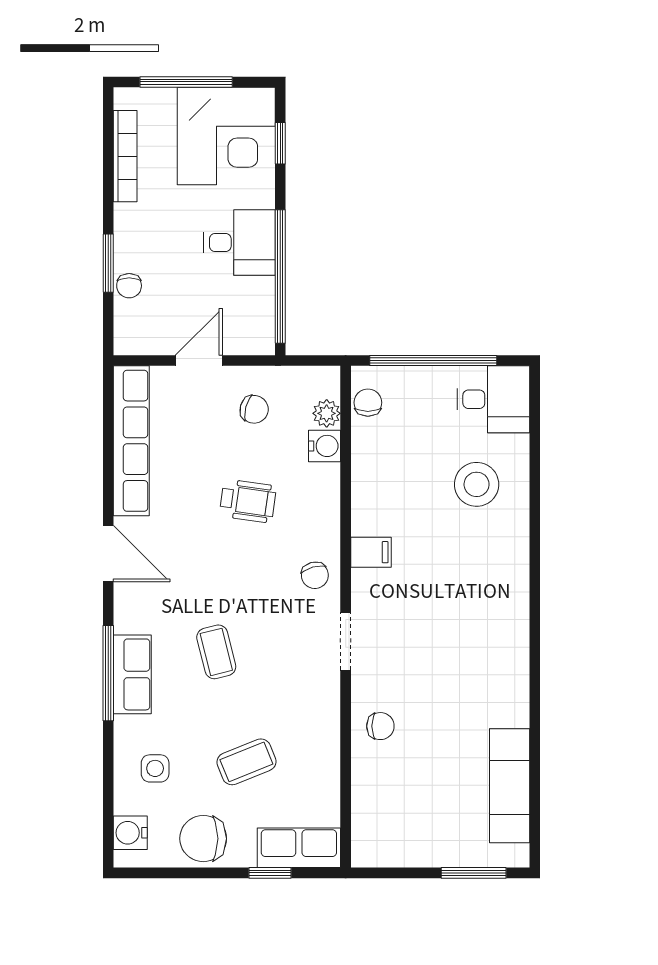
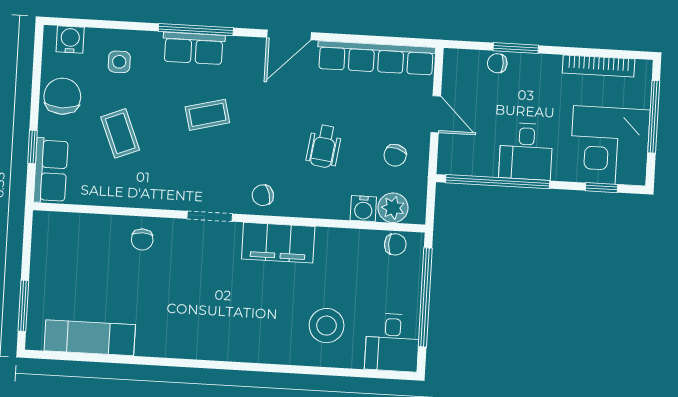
plant: (327, 413) -> (393, 208), width x1.38, depth x1.38
filing cabinet: (371, 552) -> (278, 243), width x3.00, depth x1.17

